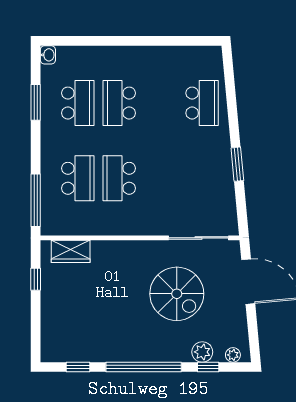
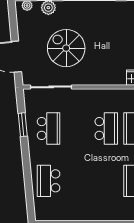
school desk: (119, 103) -> (49, 128), moved
window: (237, 164) -> (23, 125), moved

